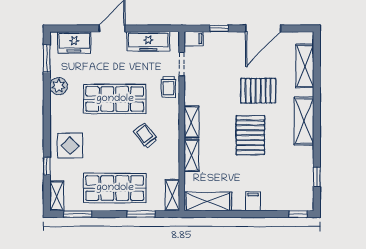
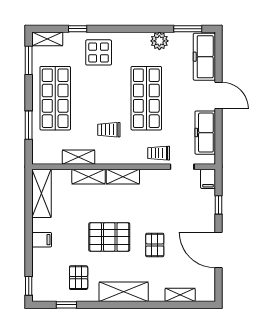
freezer: (74, 42) -> (204, 57), width x1.40
shelving: (305, 66) -> (180, 295), width x0.67, depth x0.75
pallet: (258, 91) -> (155, 245), width x0.67, depth x0.71
trolley: (146, 136) -> (109, 130), turned -143
pallet: (290, 165) -> (79, 278), added
shelving: (172, 195) -> (79, 157), moved

